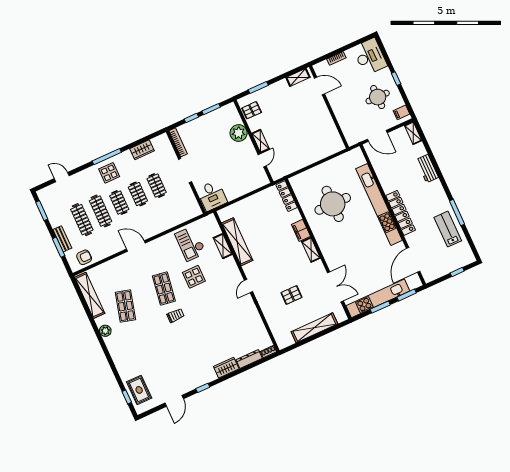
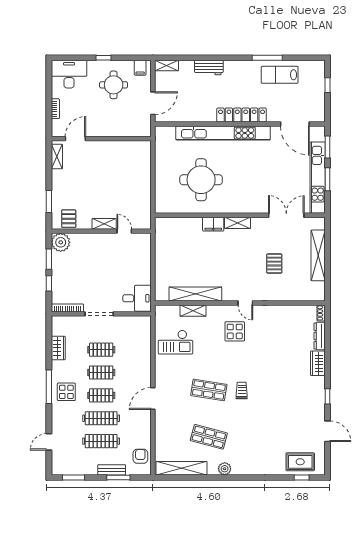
plant: (239, 133) -> (61, 242), moved
locker: (287, 196) -> (172, 223), removed
display table: (194, 277) -> (235, 331), moved

